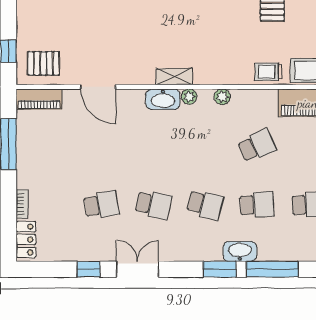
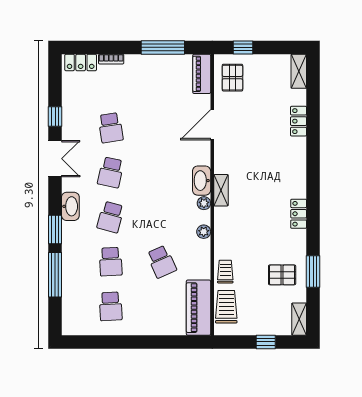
washbasin: (240, 251) -> (70, 206), moved

